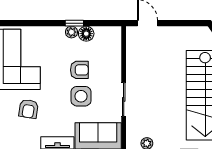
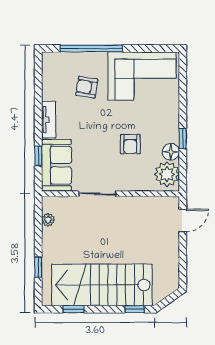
plant: (71, 32) -> (167, 174), moved, width x1.87, depth x1.87
side table: (81, 96) -> (101, 146), removed

